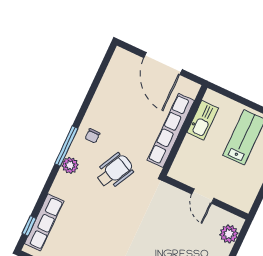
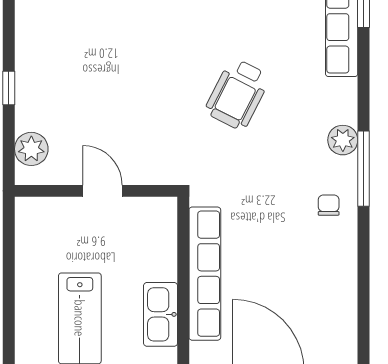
wheelchair: (114, 171) -> (237, 94), moved

